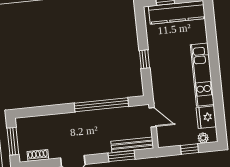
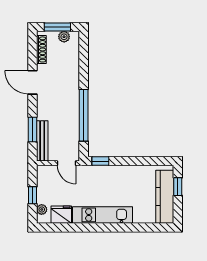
window: (144, 59) -> (100, 161), moved
door: (153, 117) -> (67, 163), hinge flipped
plant: (22, 133) -> (64, 37), added
shoe rack: (38, 155) -> (41, 49), width x1.43

